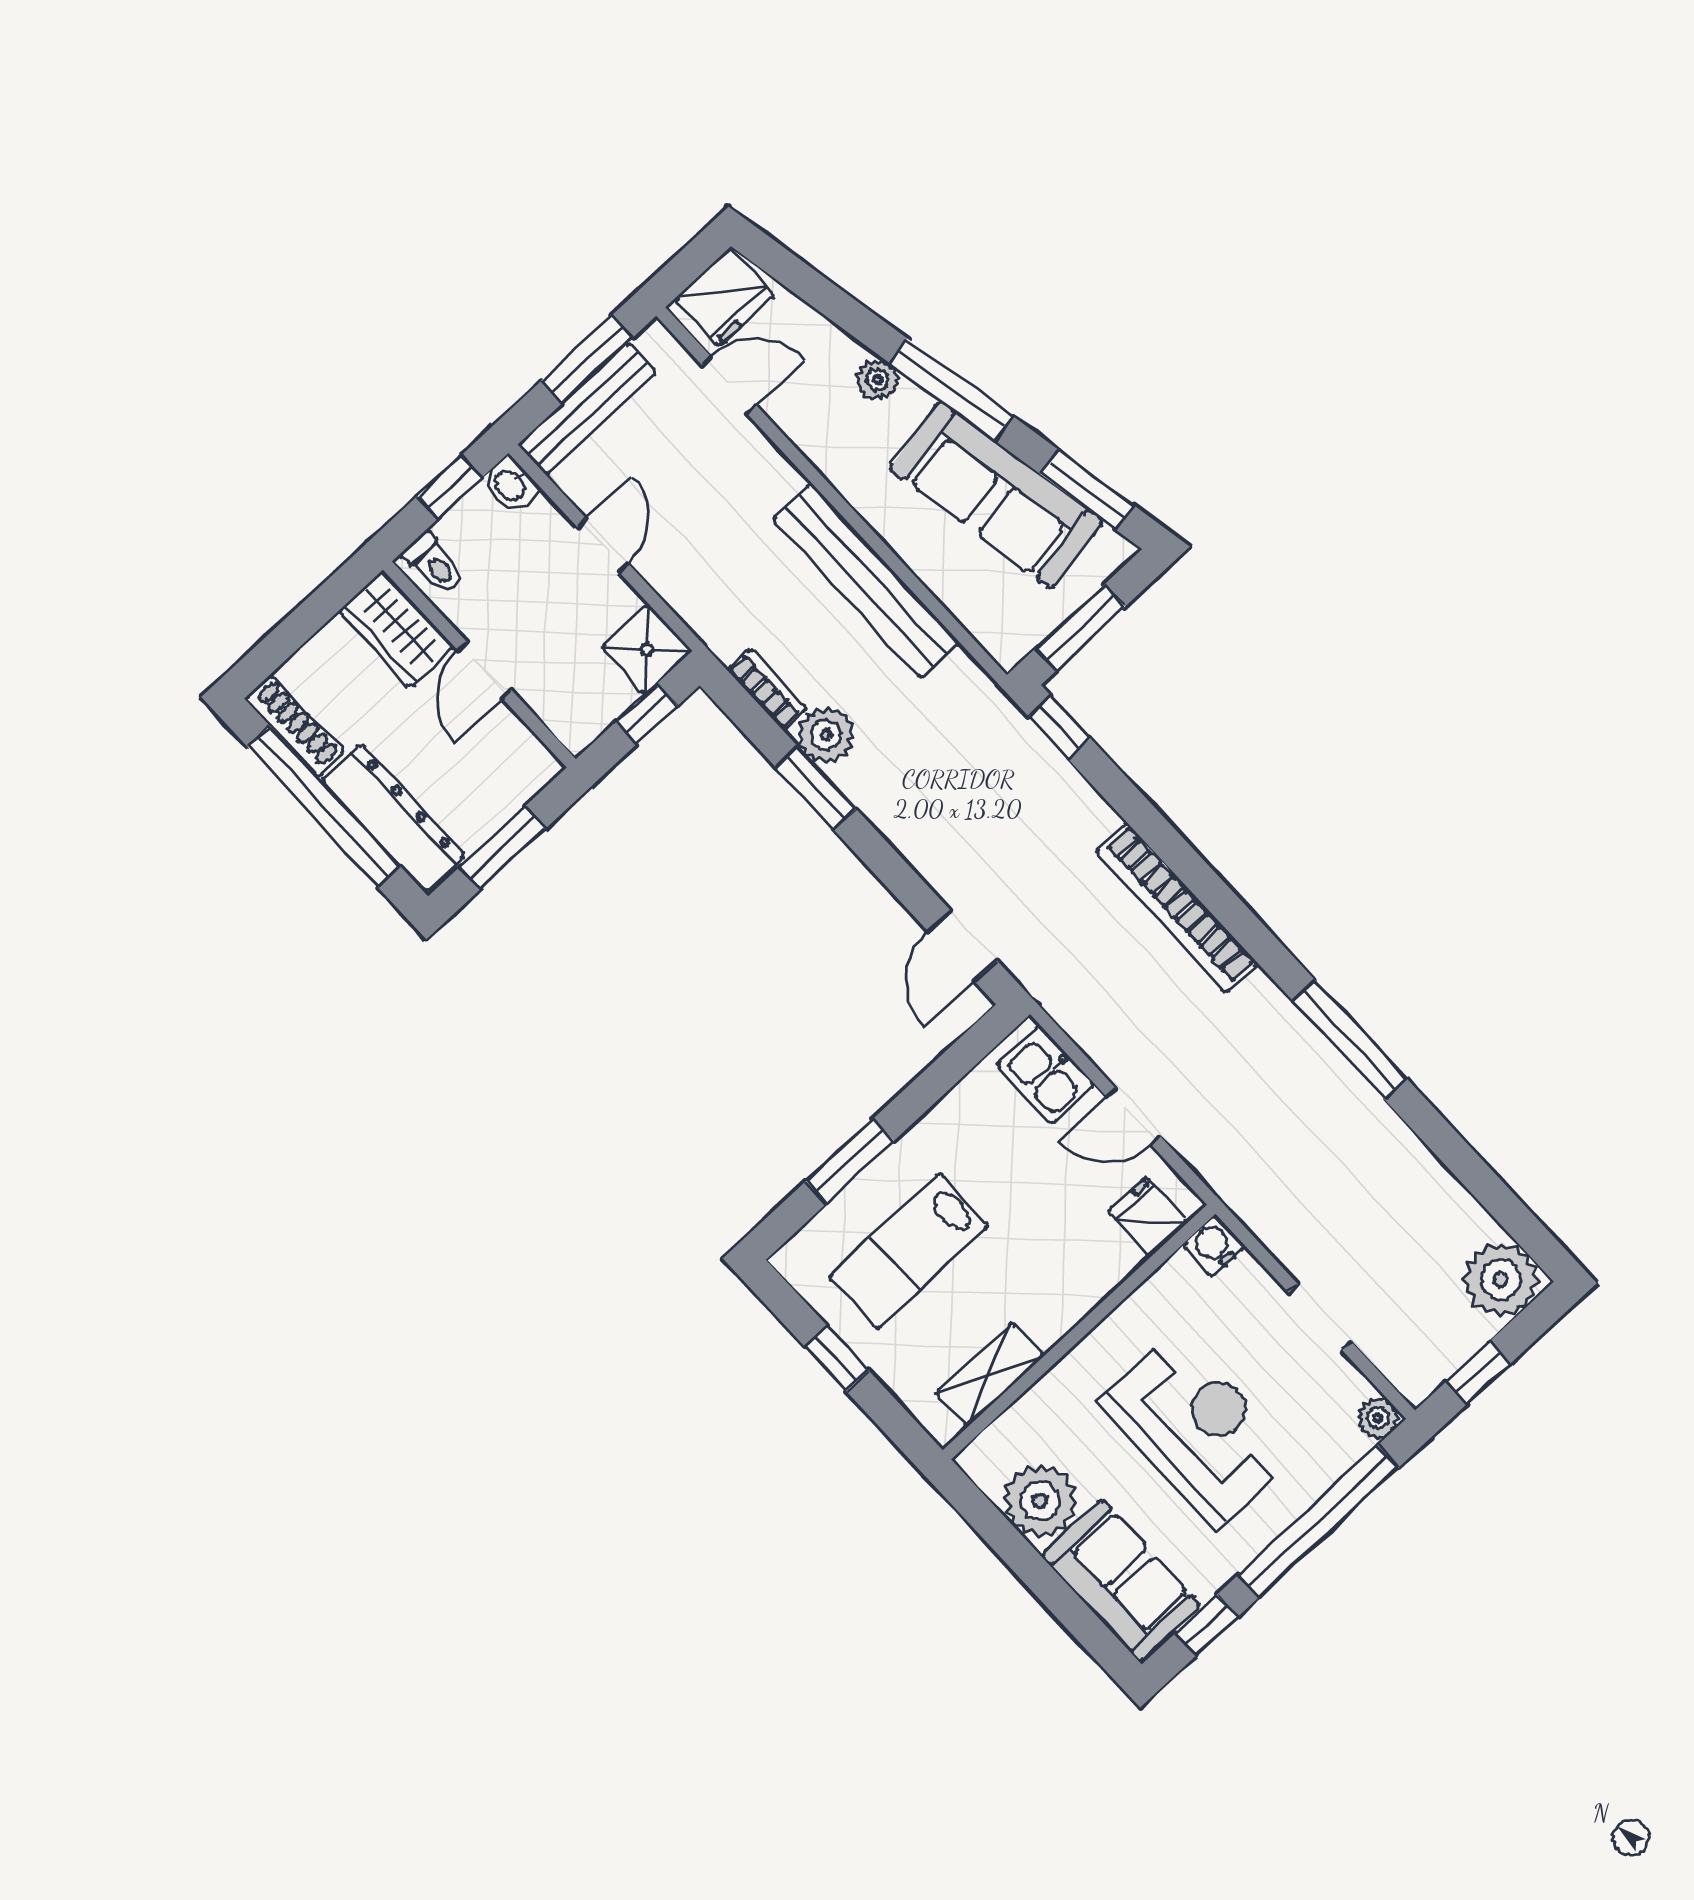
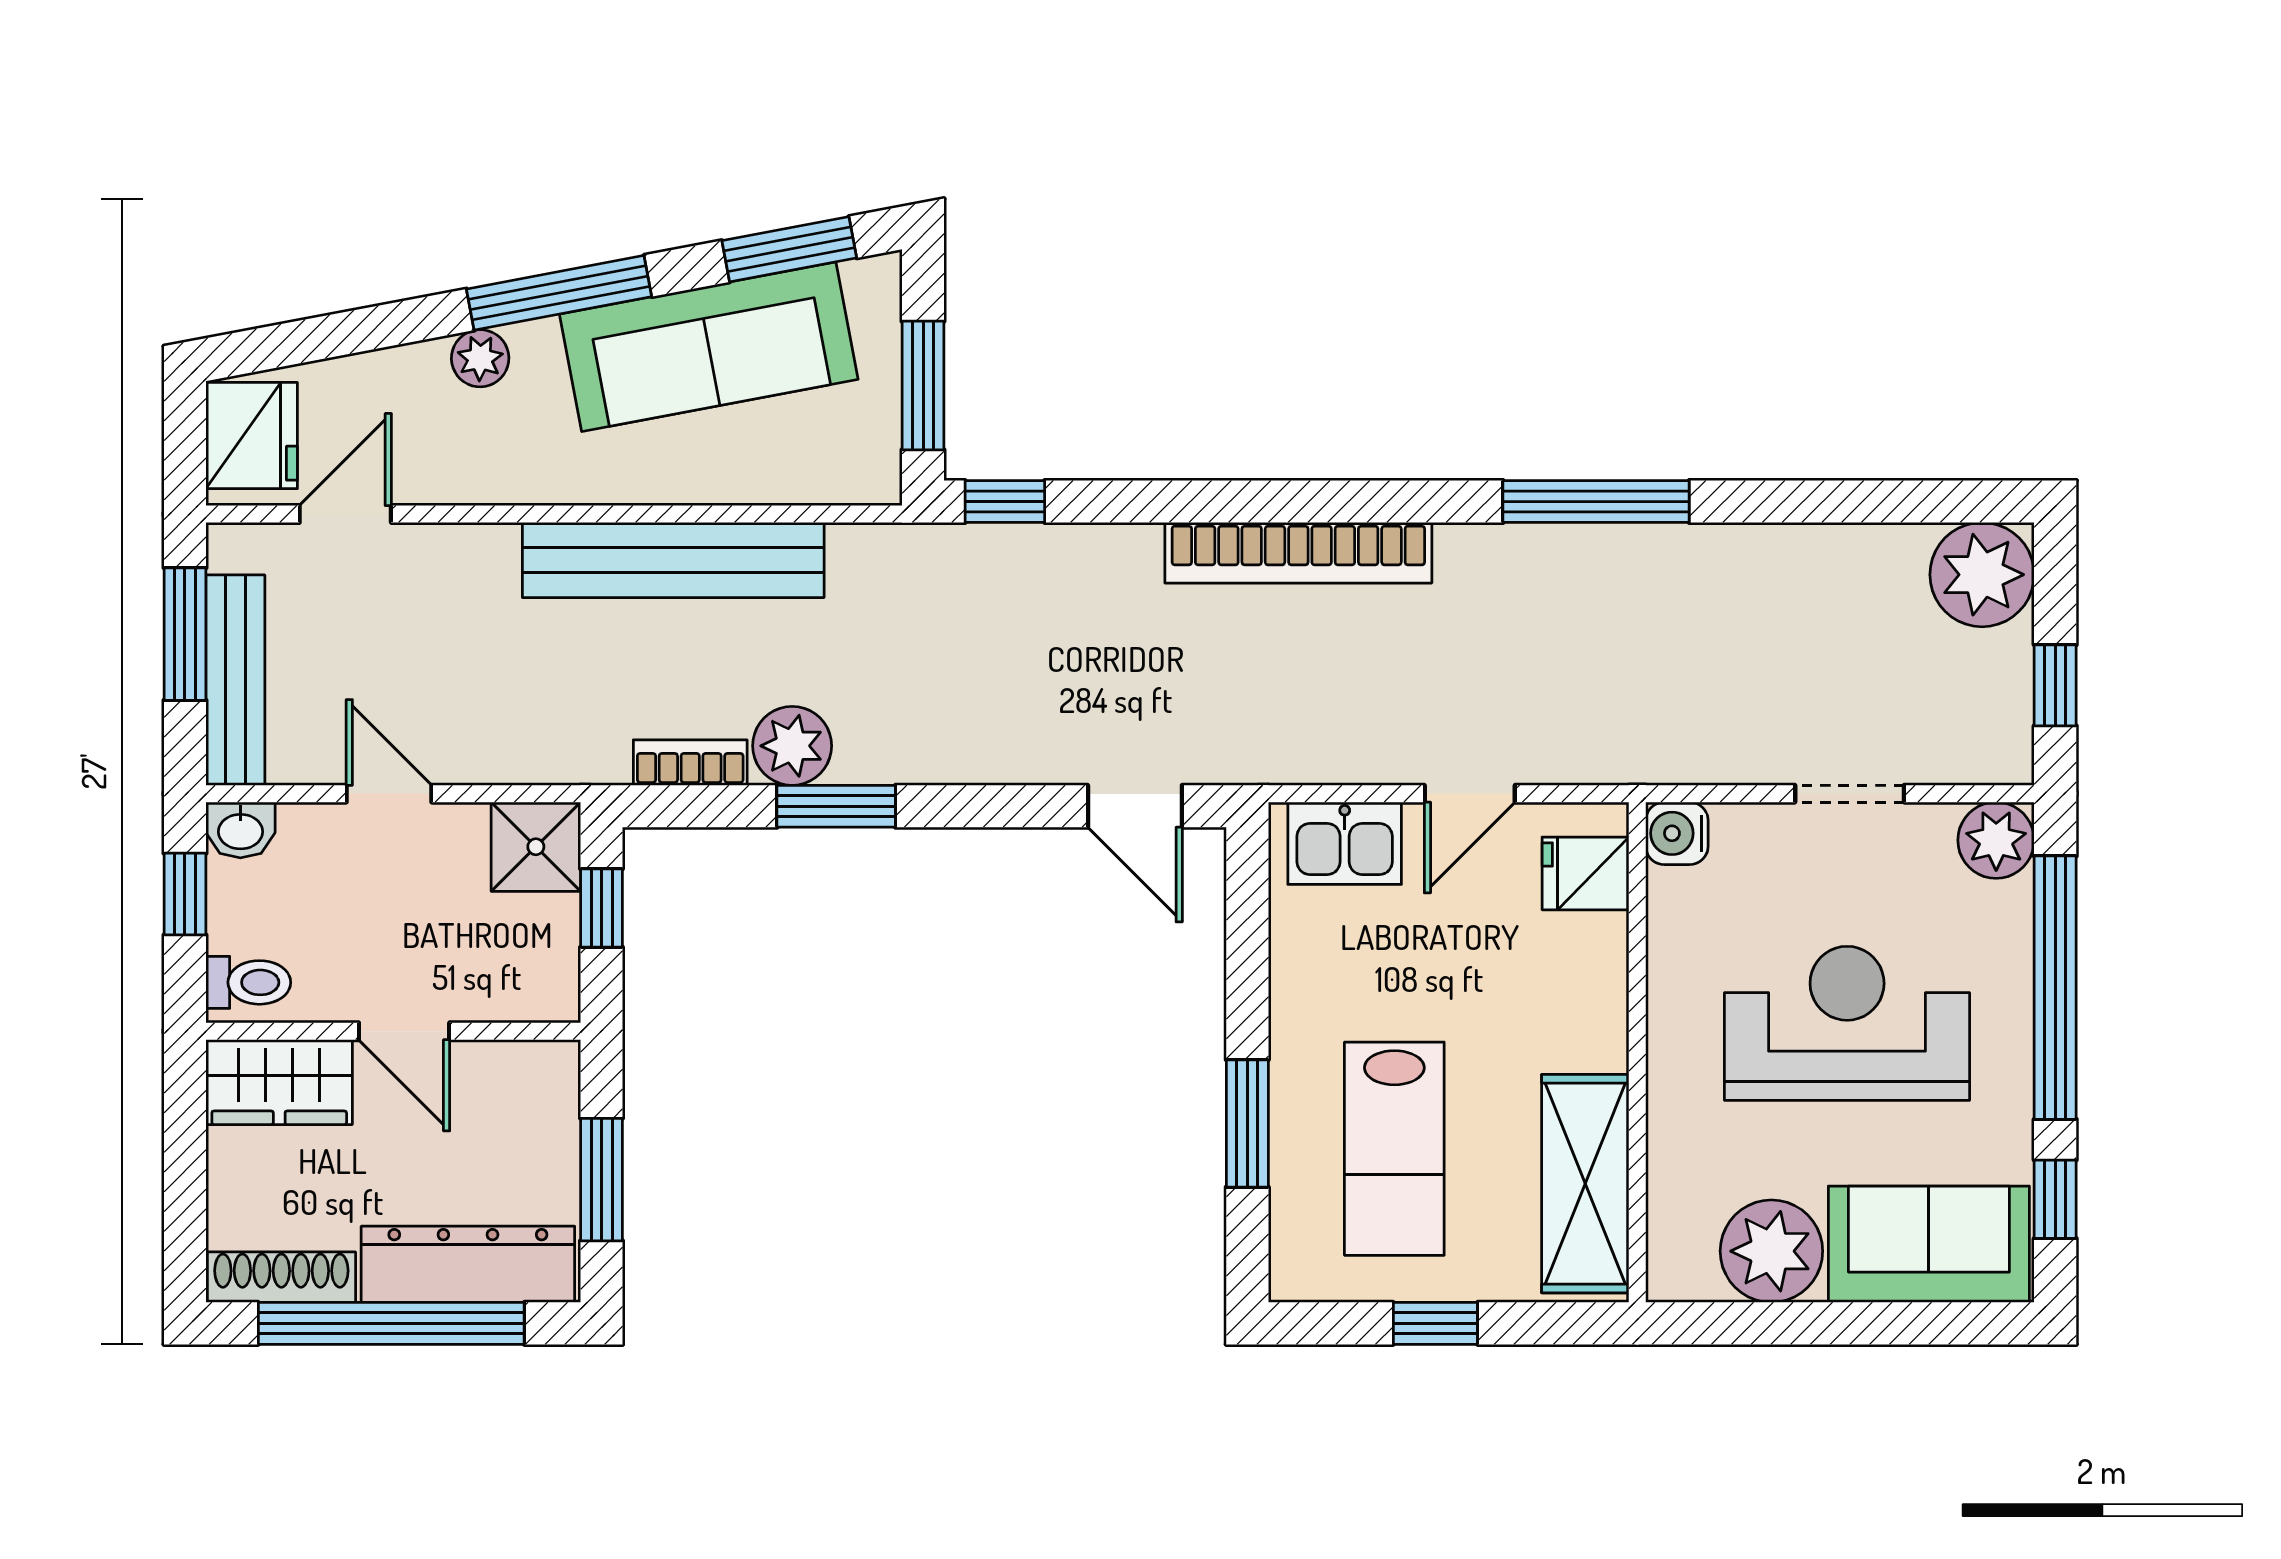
shelving: (989, 1375) -> (1585, 1184), width x1.50, depth x1.33
plant: (1378, 1418) -> (1996, 840), width x1.38, depth x1.38

